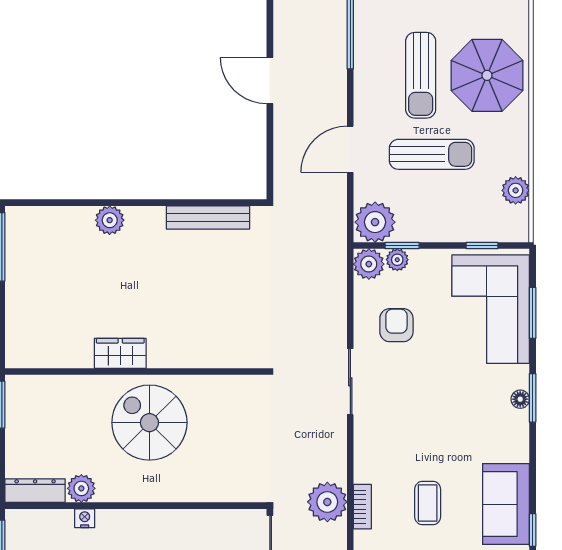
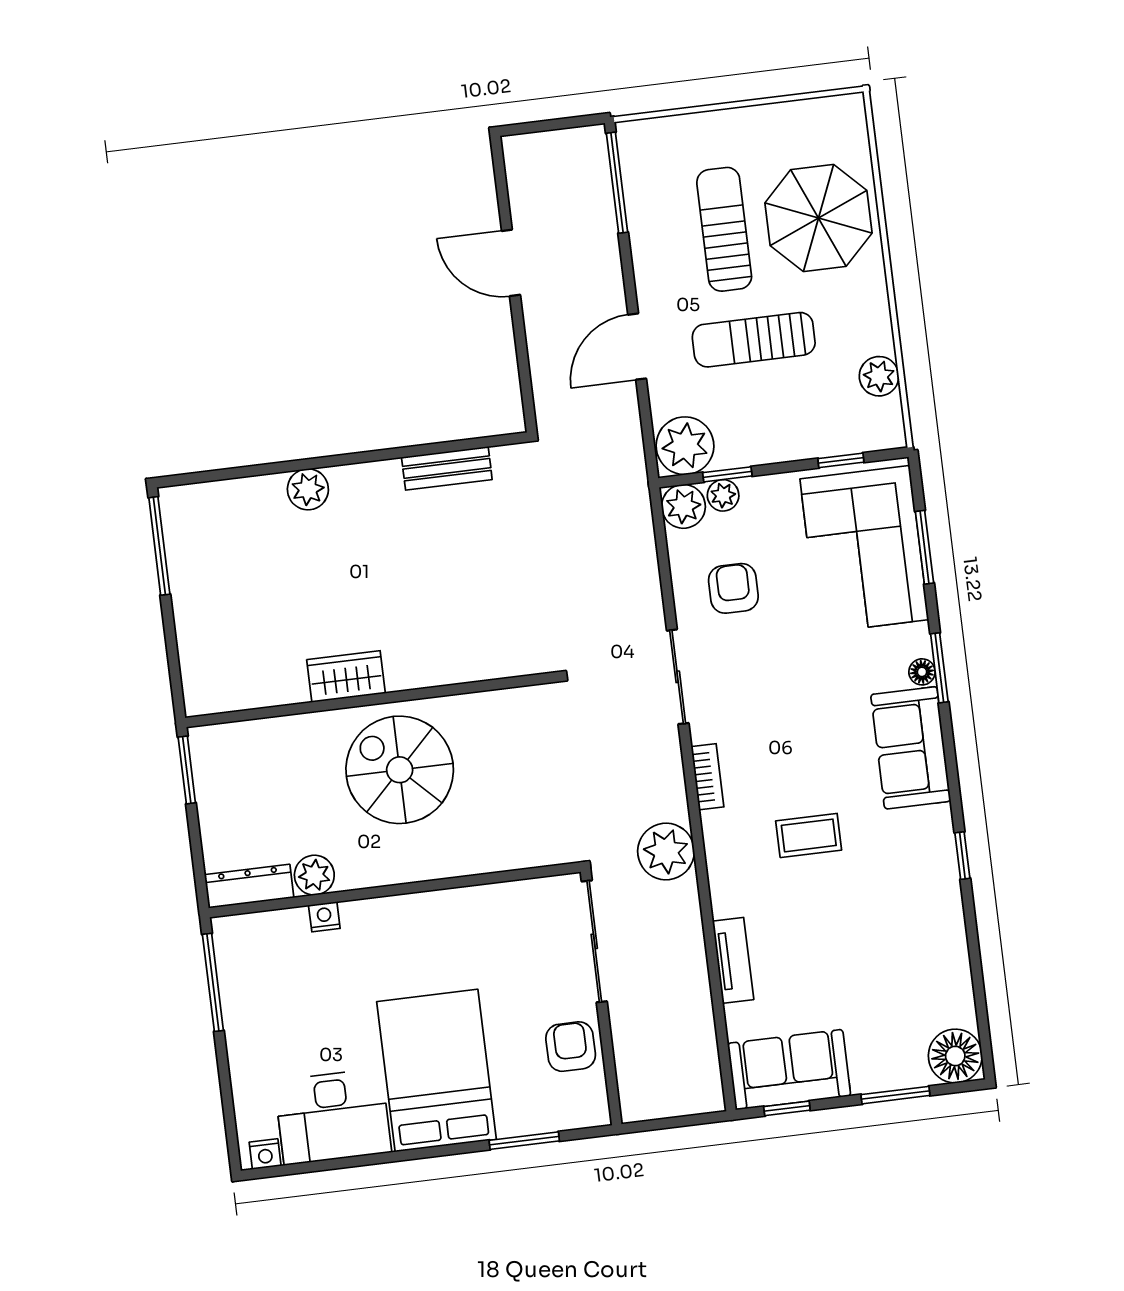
sun lounger: (421, 75) -> (724, 229), turned 180
sun lounger: (432, 154) -> (754, 340), turned 180
bench: (208, 217) -> (447, 468), width x0.73
coffee table: (428, 503) -> (809, 835), turned 90
sofa: (506, 504) -> (911, 748), moved
bookcase: (362, 507) -> (707, 777), moved

